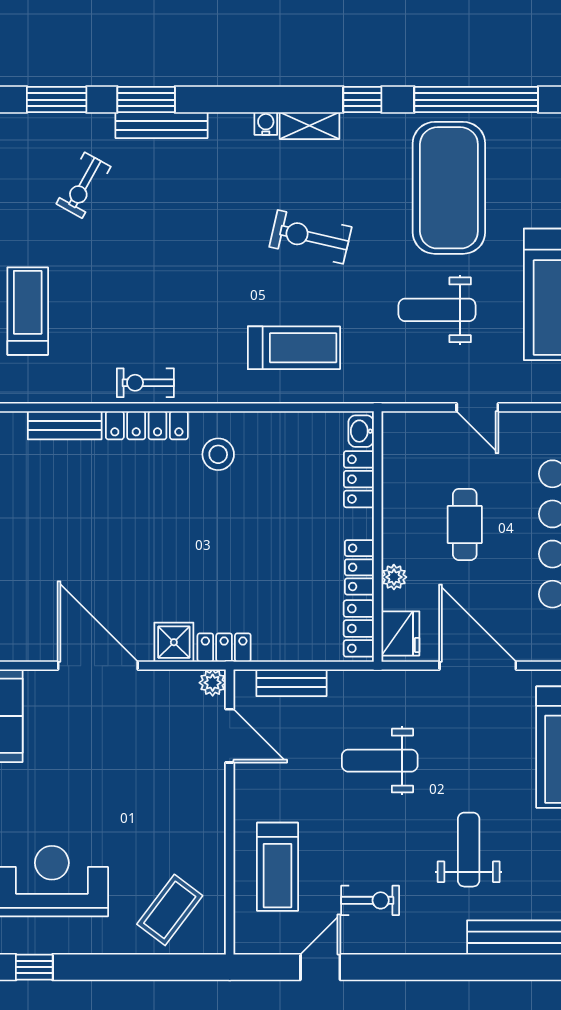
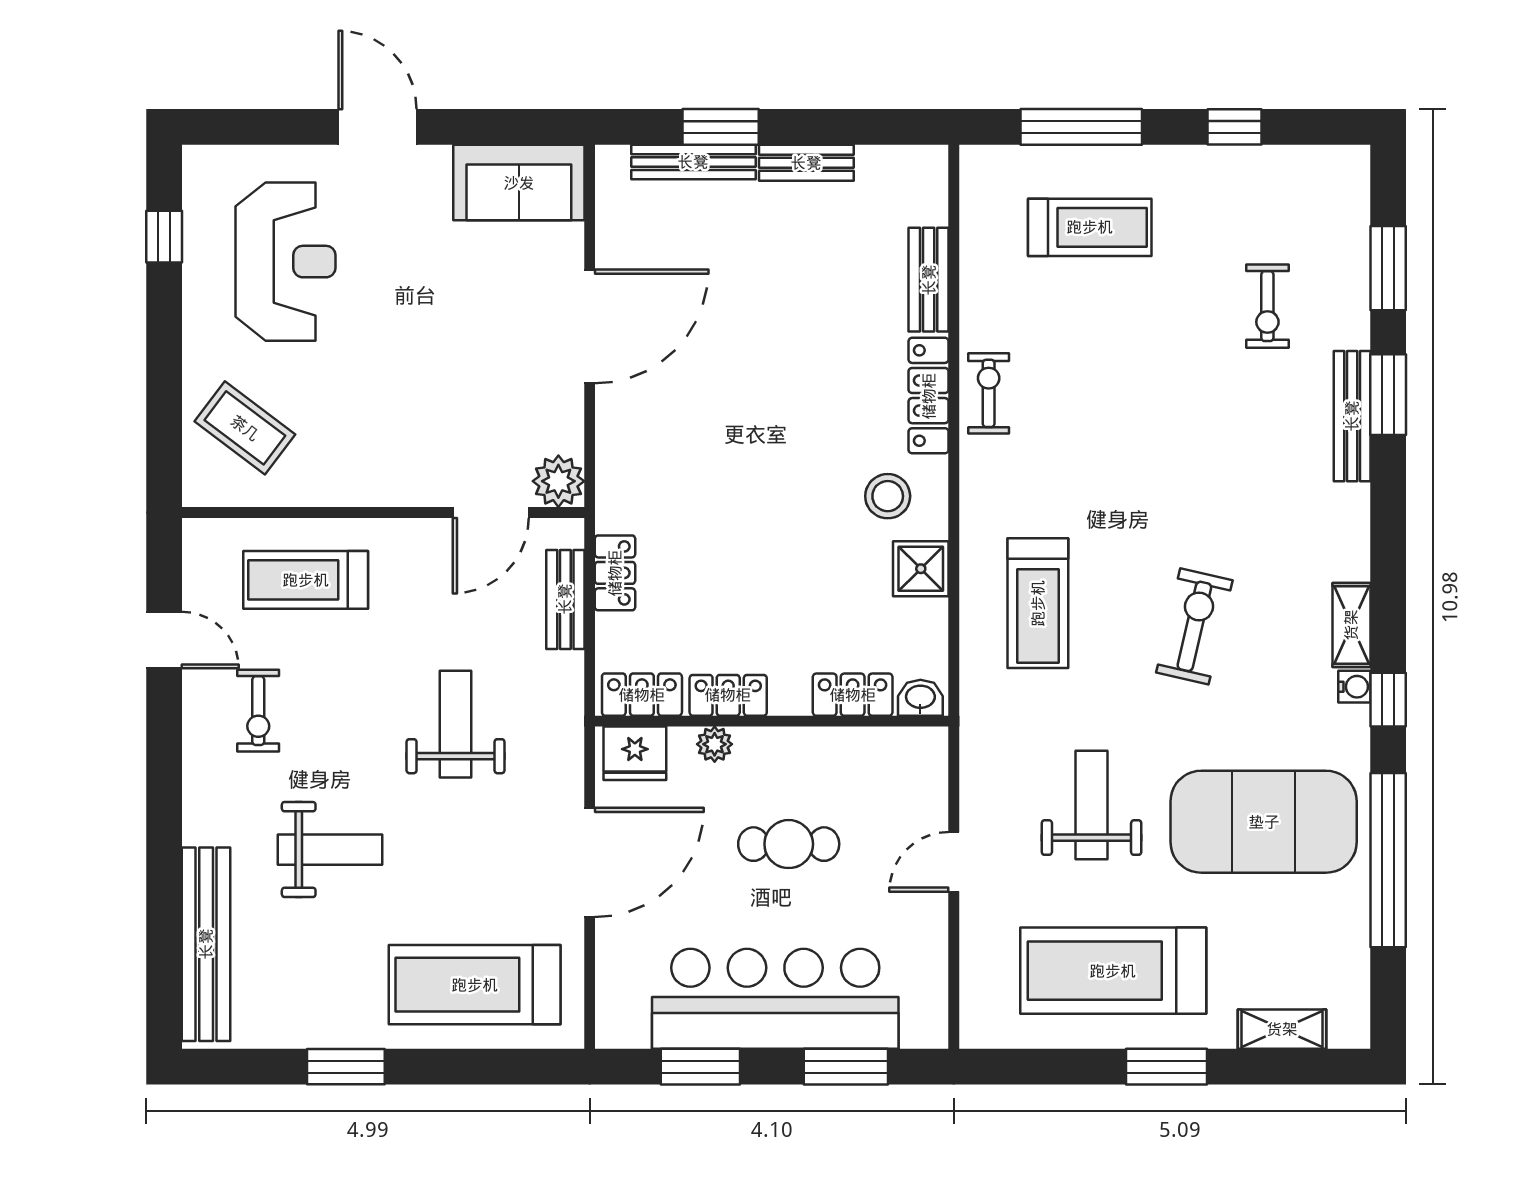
water cooler: (266, 124) -> (1354, 687), moved
exercise bike: (83, 185) -> (1267, 306), turned -119
shower: (174, 642) -> (921, 569), moved
locker: (224, 648) -> (615, 573), moved
plant: (213, 683) -> (558, 481), width x1.38, depth x1.38

